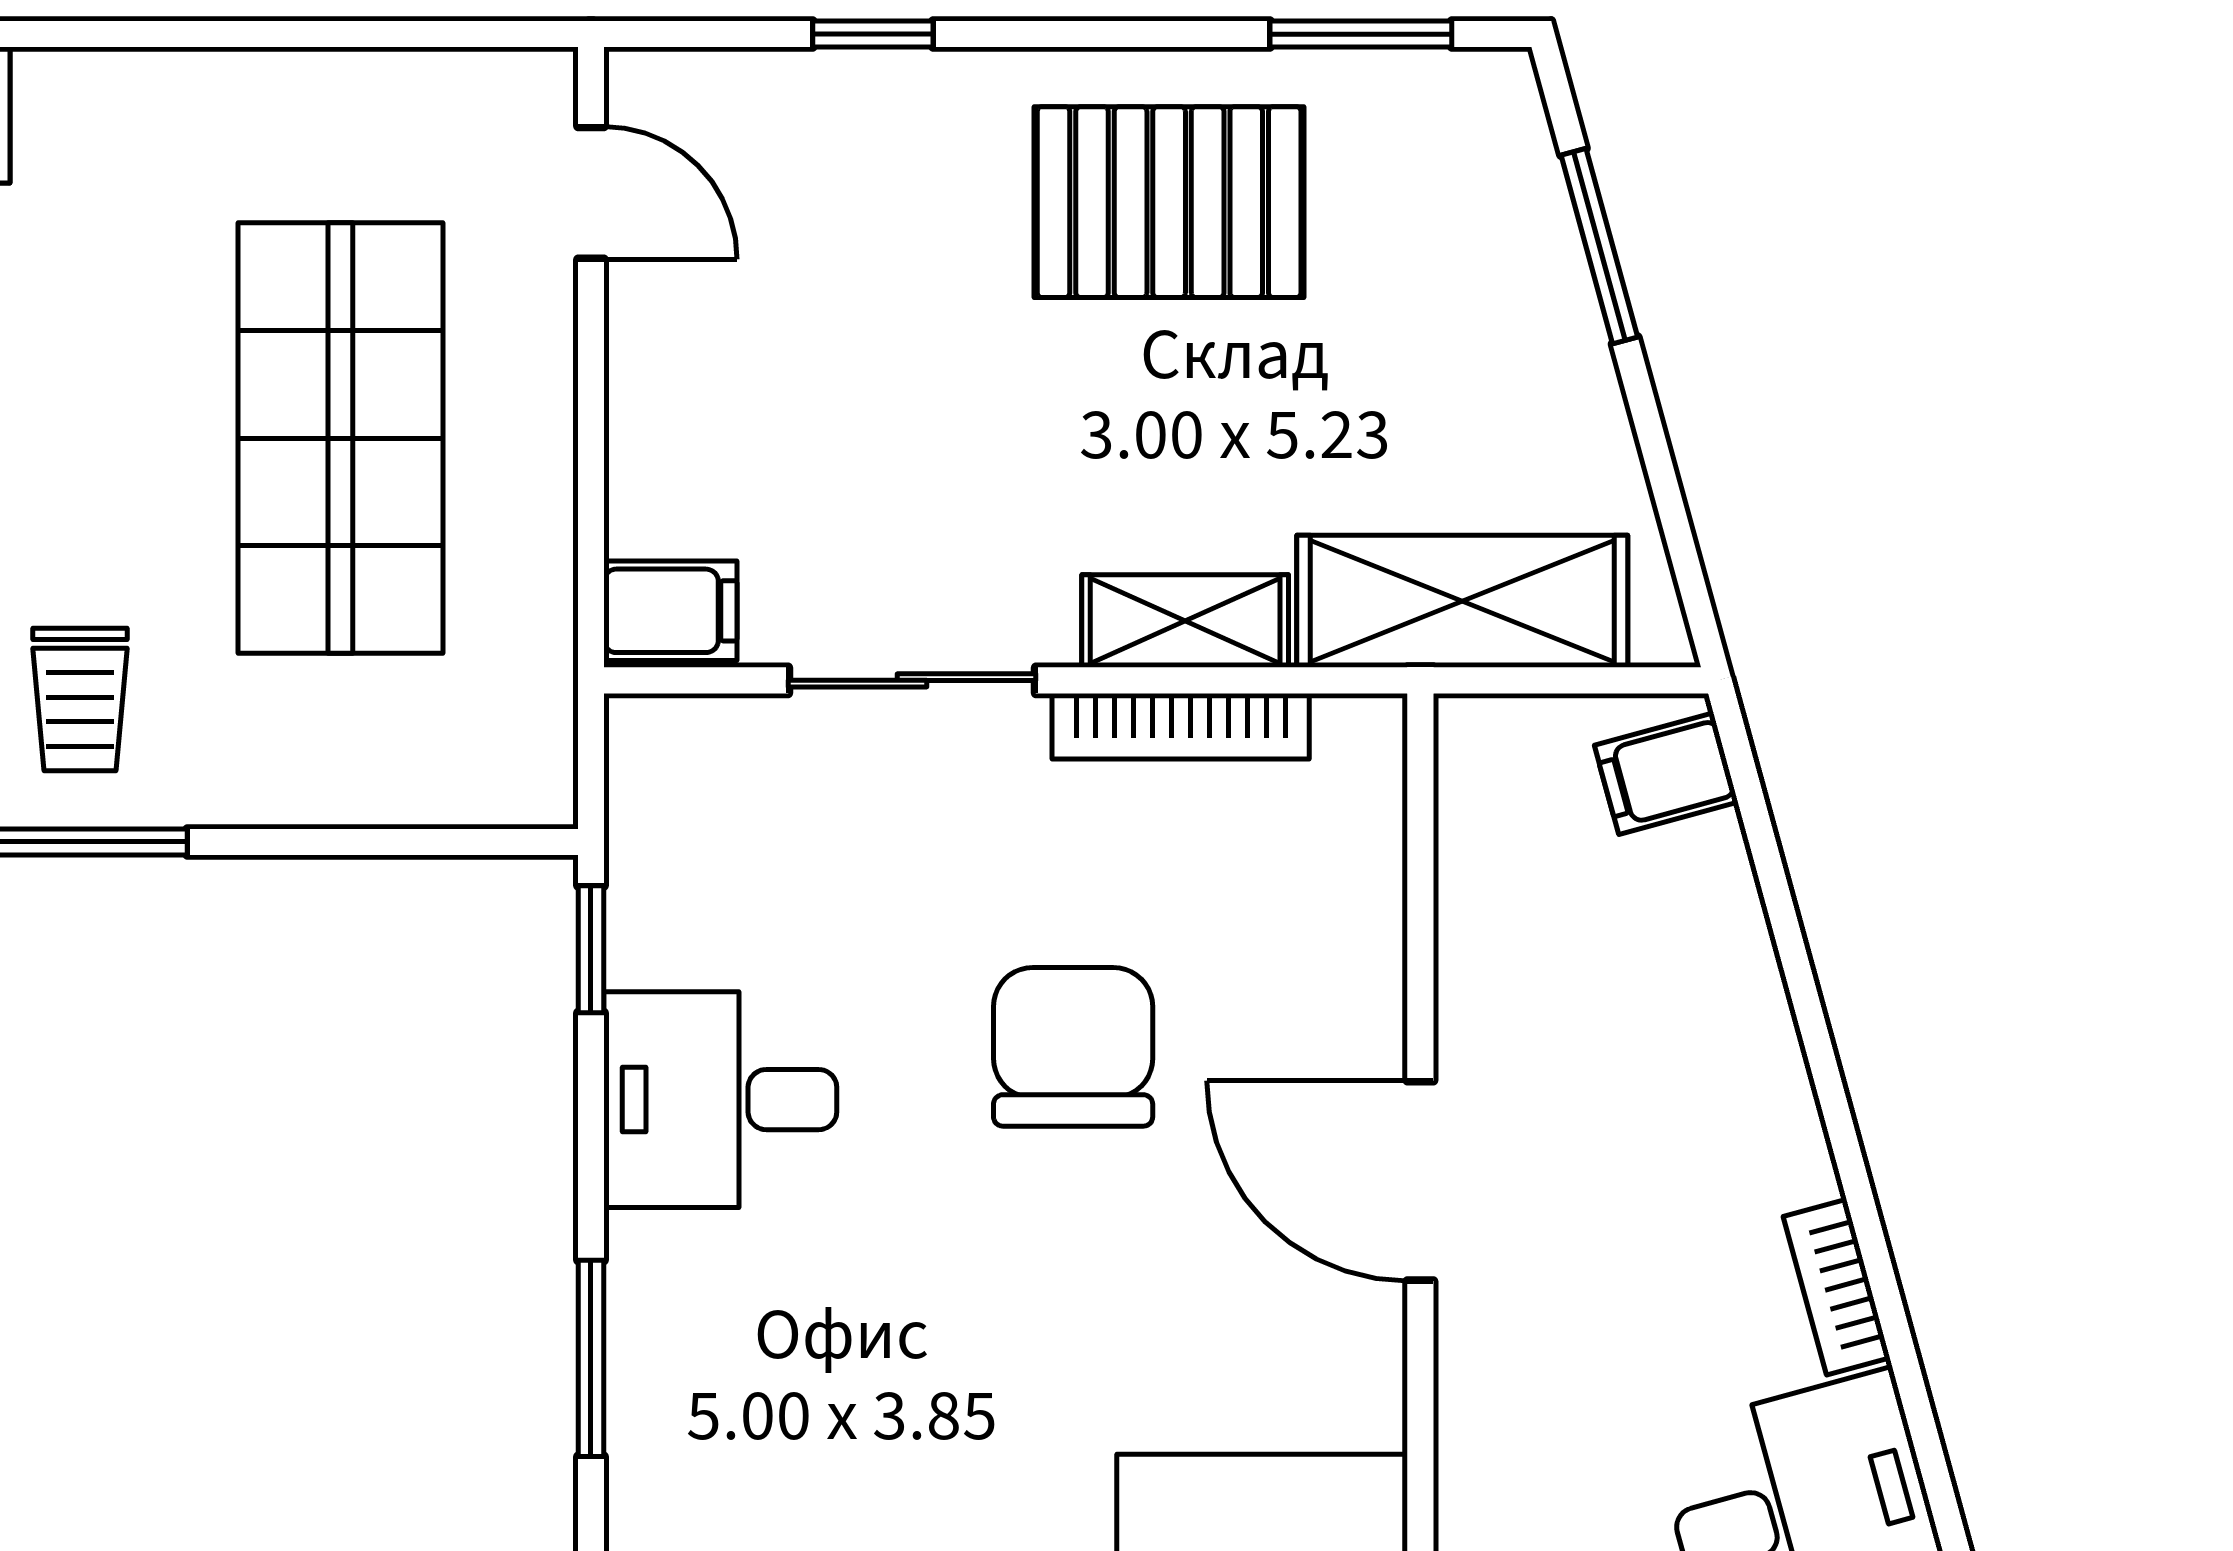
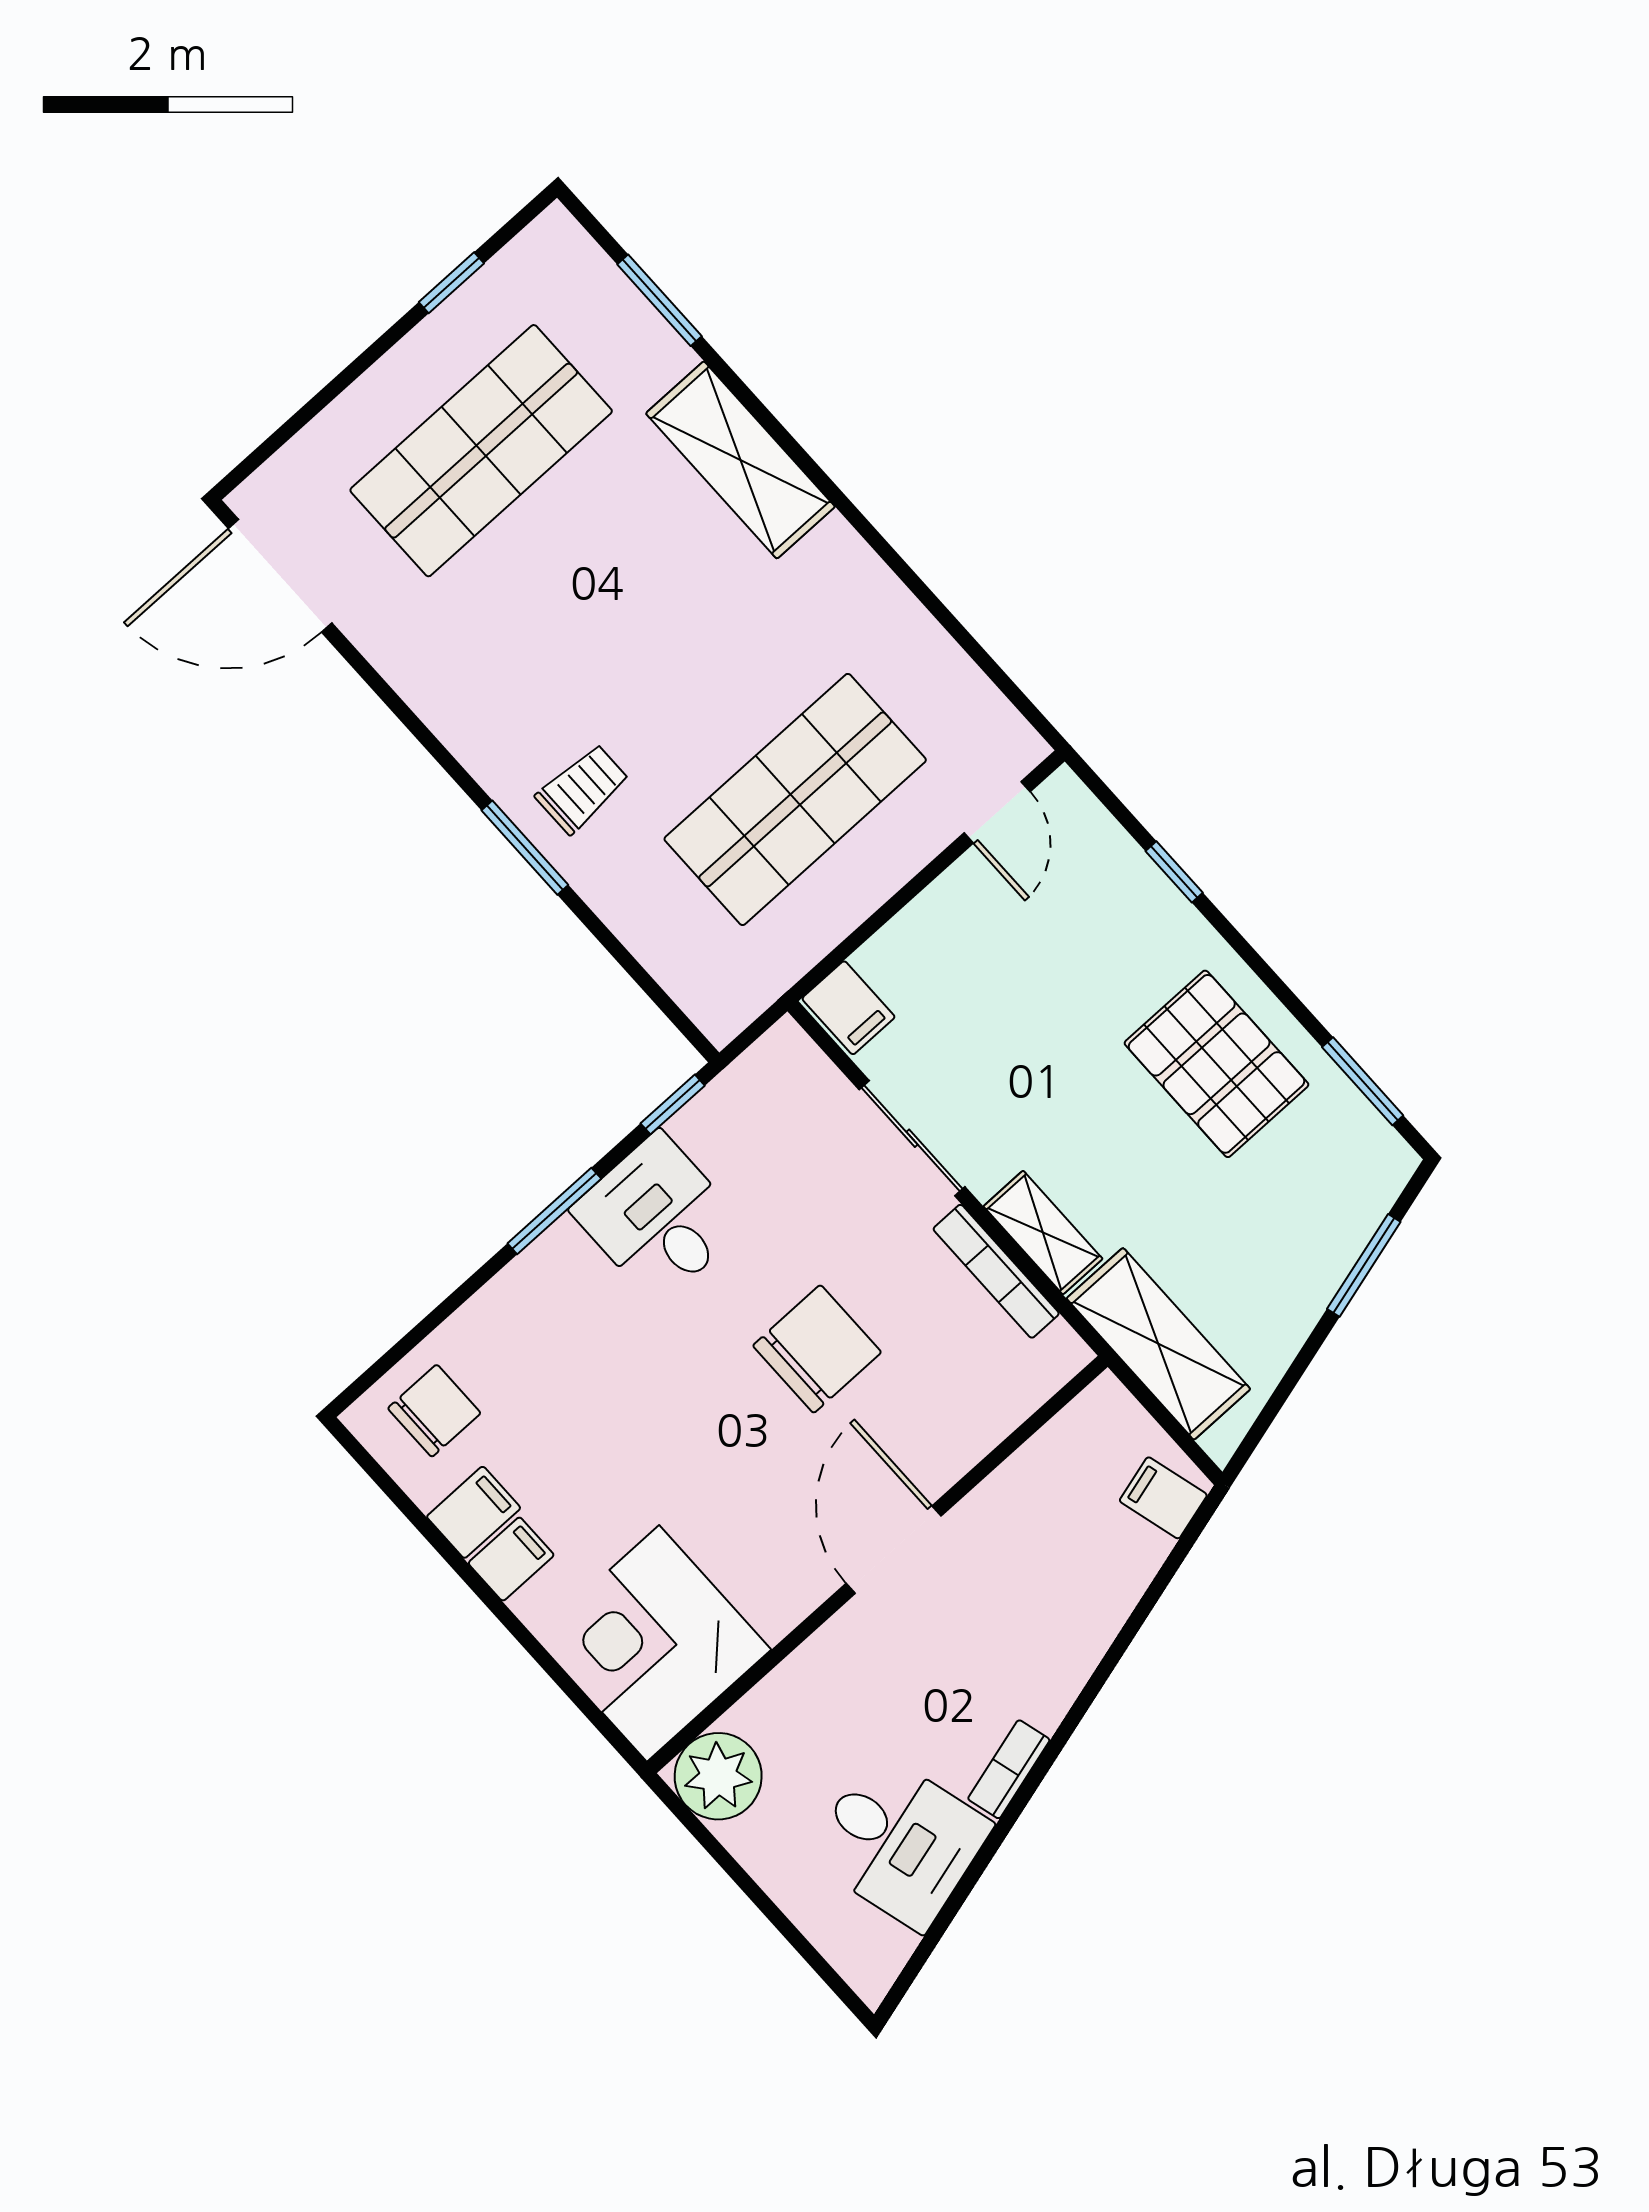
trolley: (80, 700) -> (582, 789), turned 180
window: (591, 1358) -> (554, 1211), moved

